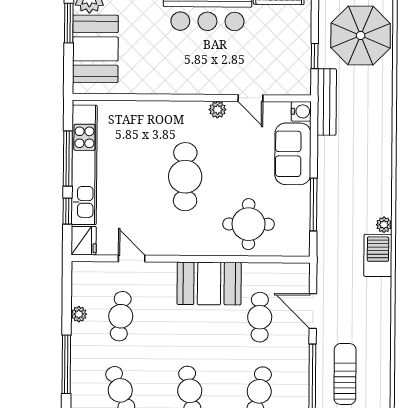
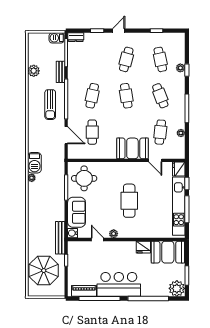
booth: (95, 49) -> (168, 252), moved, turned 90
fridge: (157, 82) -> (143, 247), added
round table: (249, 224) -> (84, 178), moved
booth: (209, 284) -> (132, 148), moved

